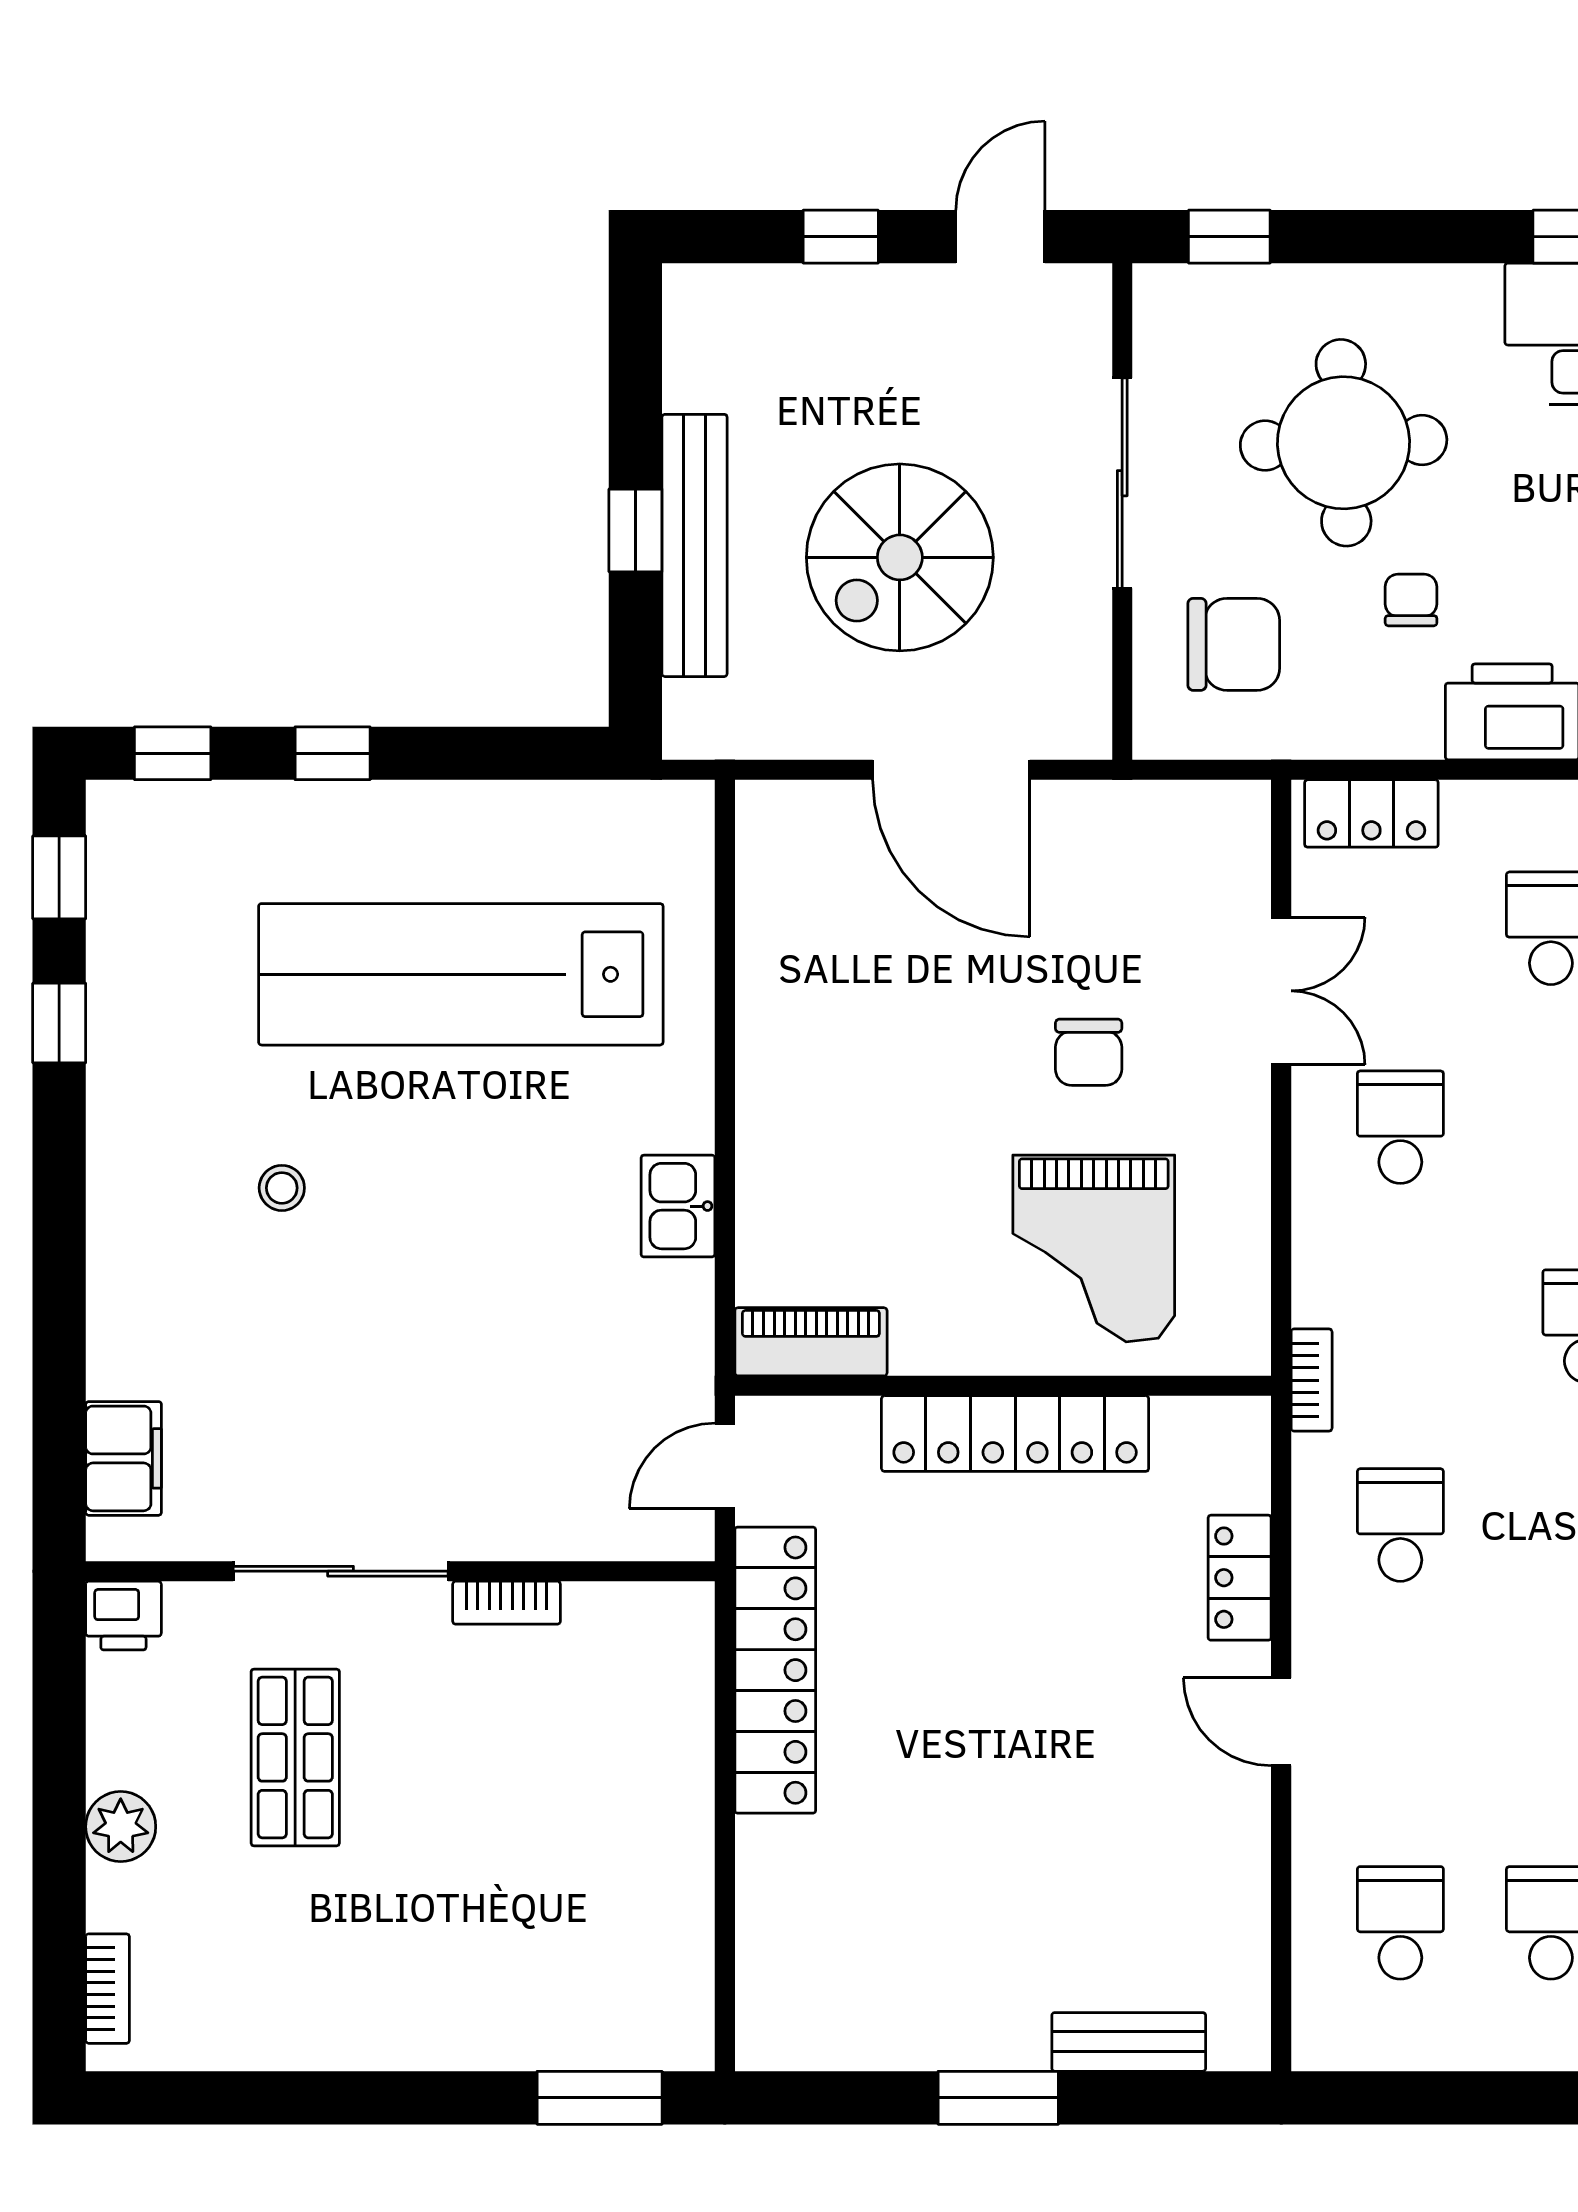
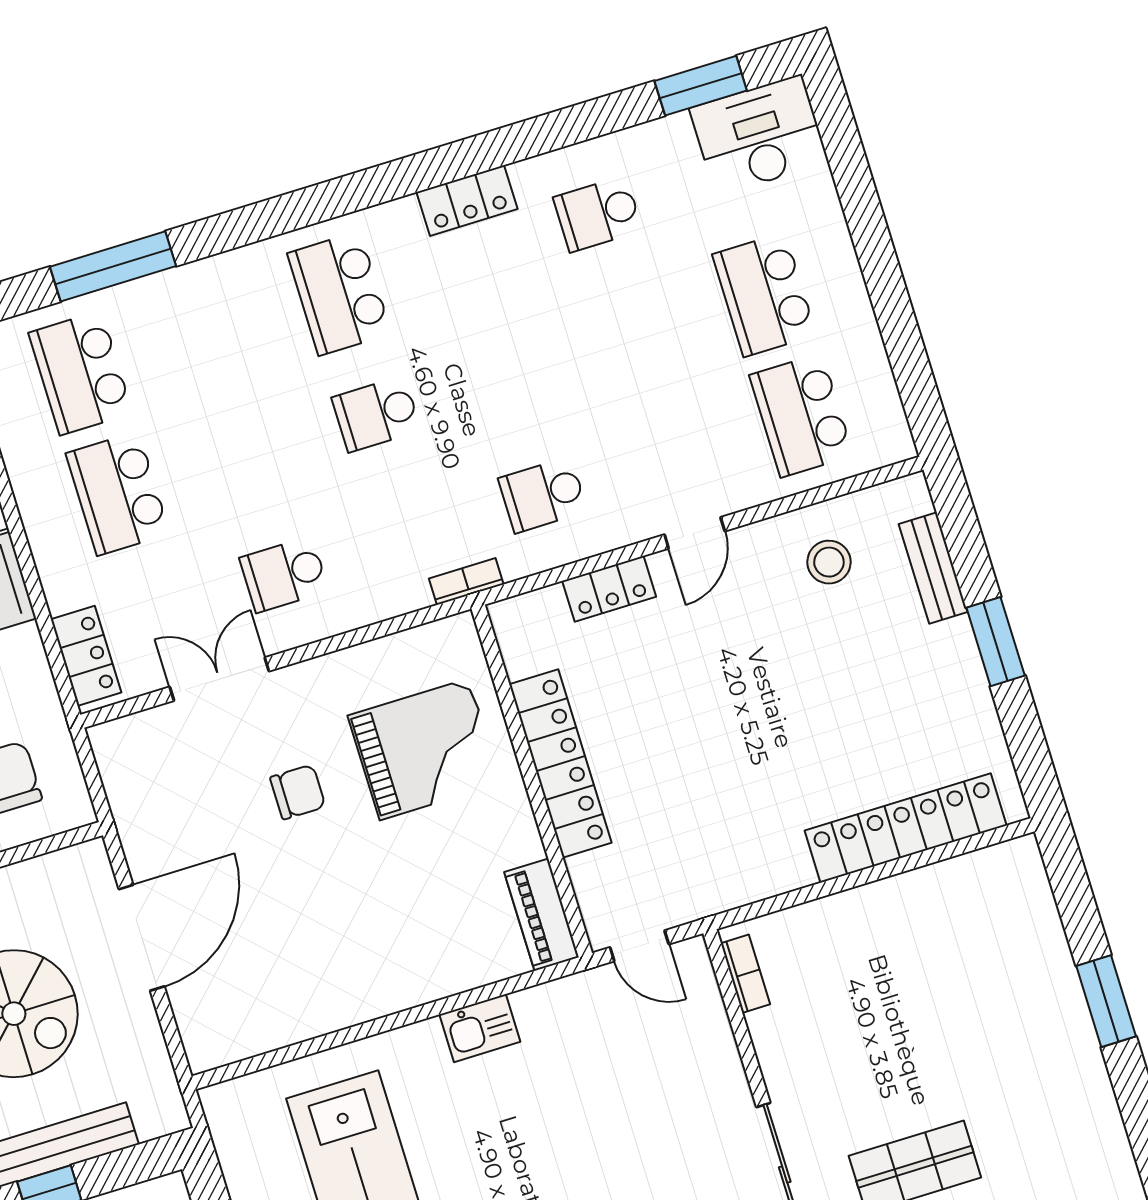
bookcase: (507, 1603) -> (745, 974), moved
locker: (775, 1670) -> (906, 828), moved
stool: (1182, 1898) -> (829, 562), added
school desk: (1400, 1923) -> (801, 415), width x1.85
window: (600, 2098) -> (1106, 1001), moved

